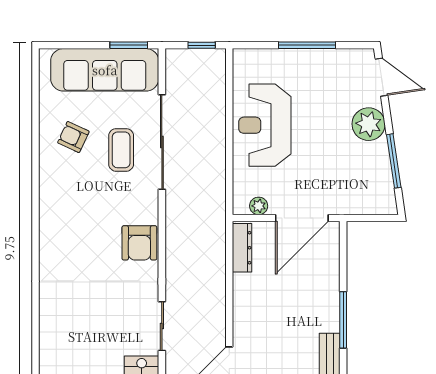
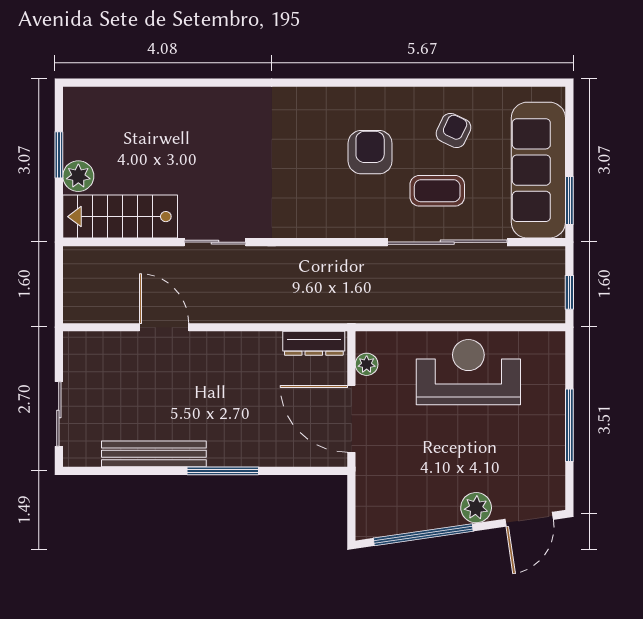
plant: (369, 124) -> (476, 508), width x0.73, depth x0.73
window: (394, 161) -> (423, 535), width x1.46
armchair: (139, 243) -> (370, 152), moved, turned 90

